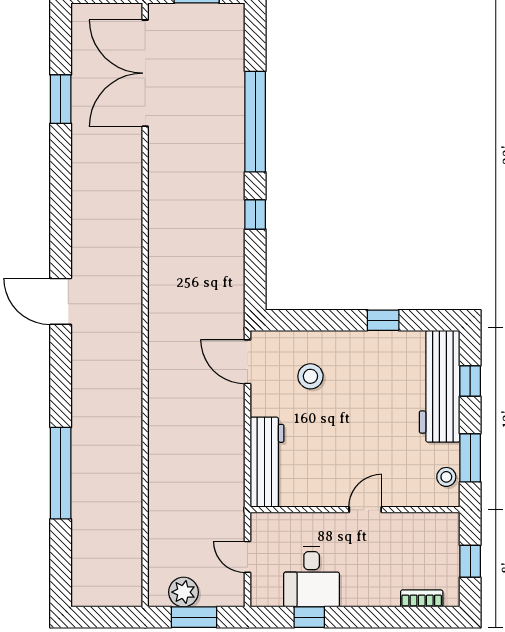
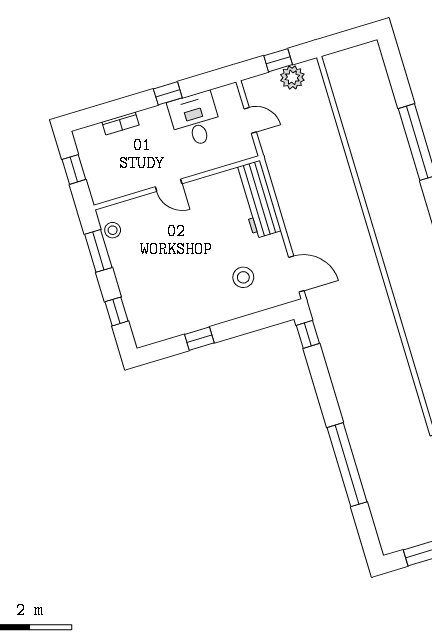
window: (255, 215) -> (308, 334), moved
workbench: (440, 386) -> (139, 300), removed
door: (365, 510) -> (169, 185), hinge flipped
bookcase: (422, 598) -> (120, 124), moved
window: (194, 617) -> (278, 60), width x0.67
window: (309, 617) -> (168, 93), moved

